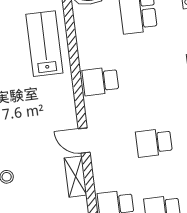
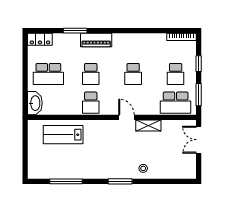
school desk: (146, 76) -> (91, 74), added
door: (84, 141) -> (126, 117), swing flipped

